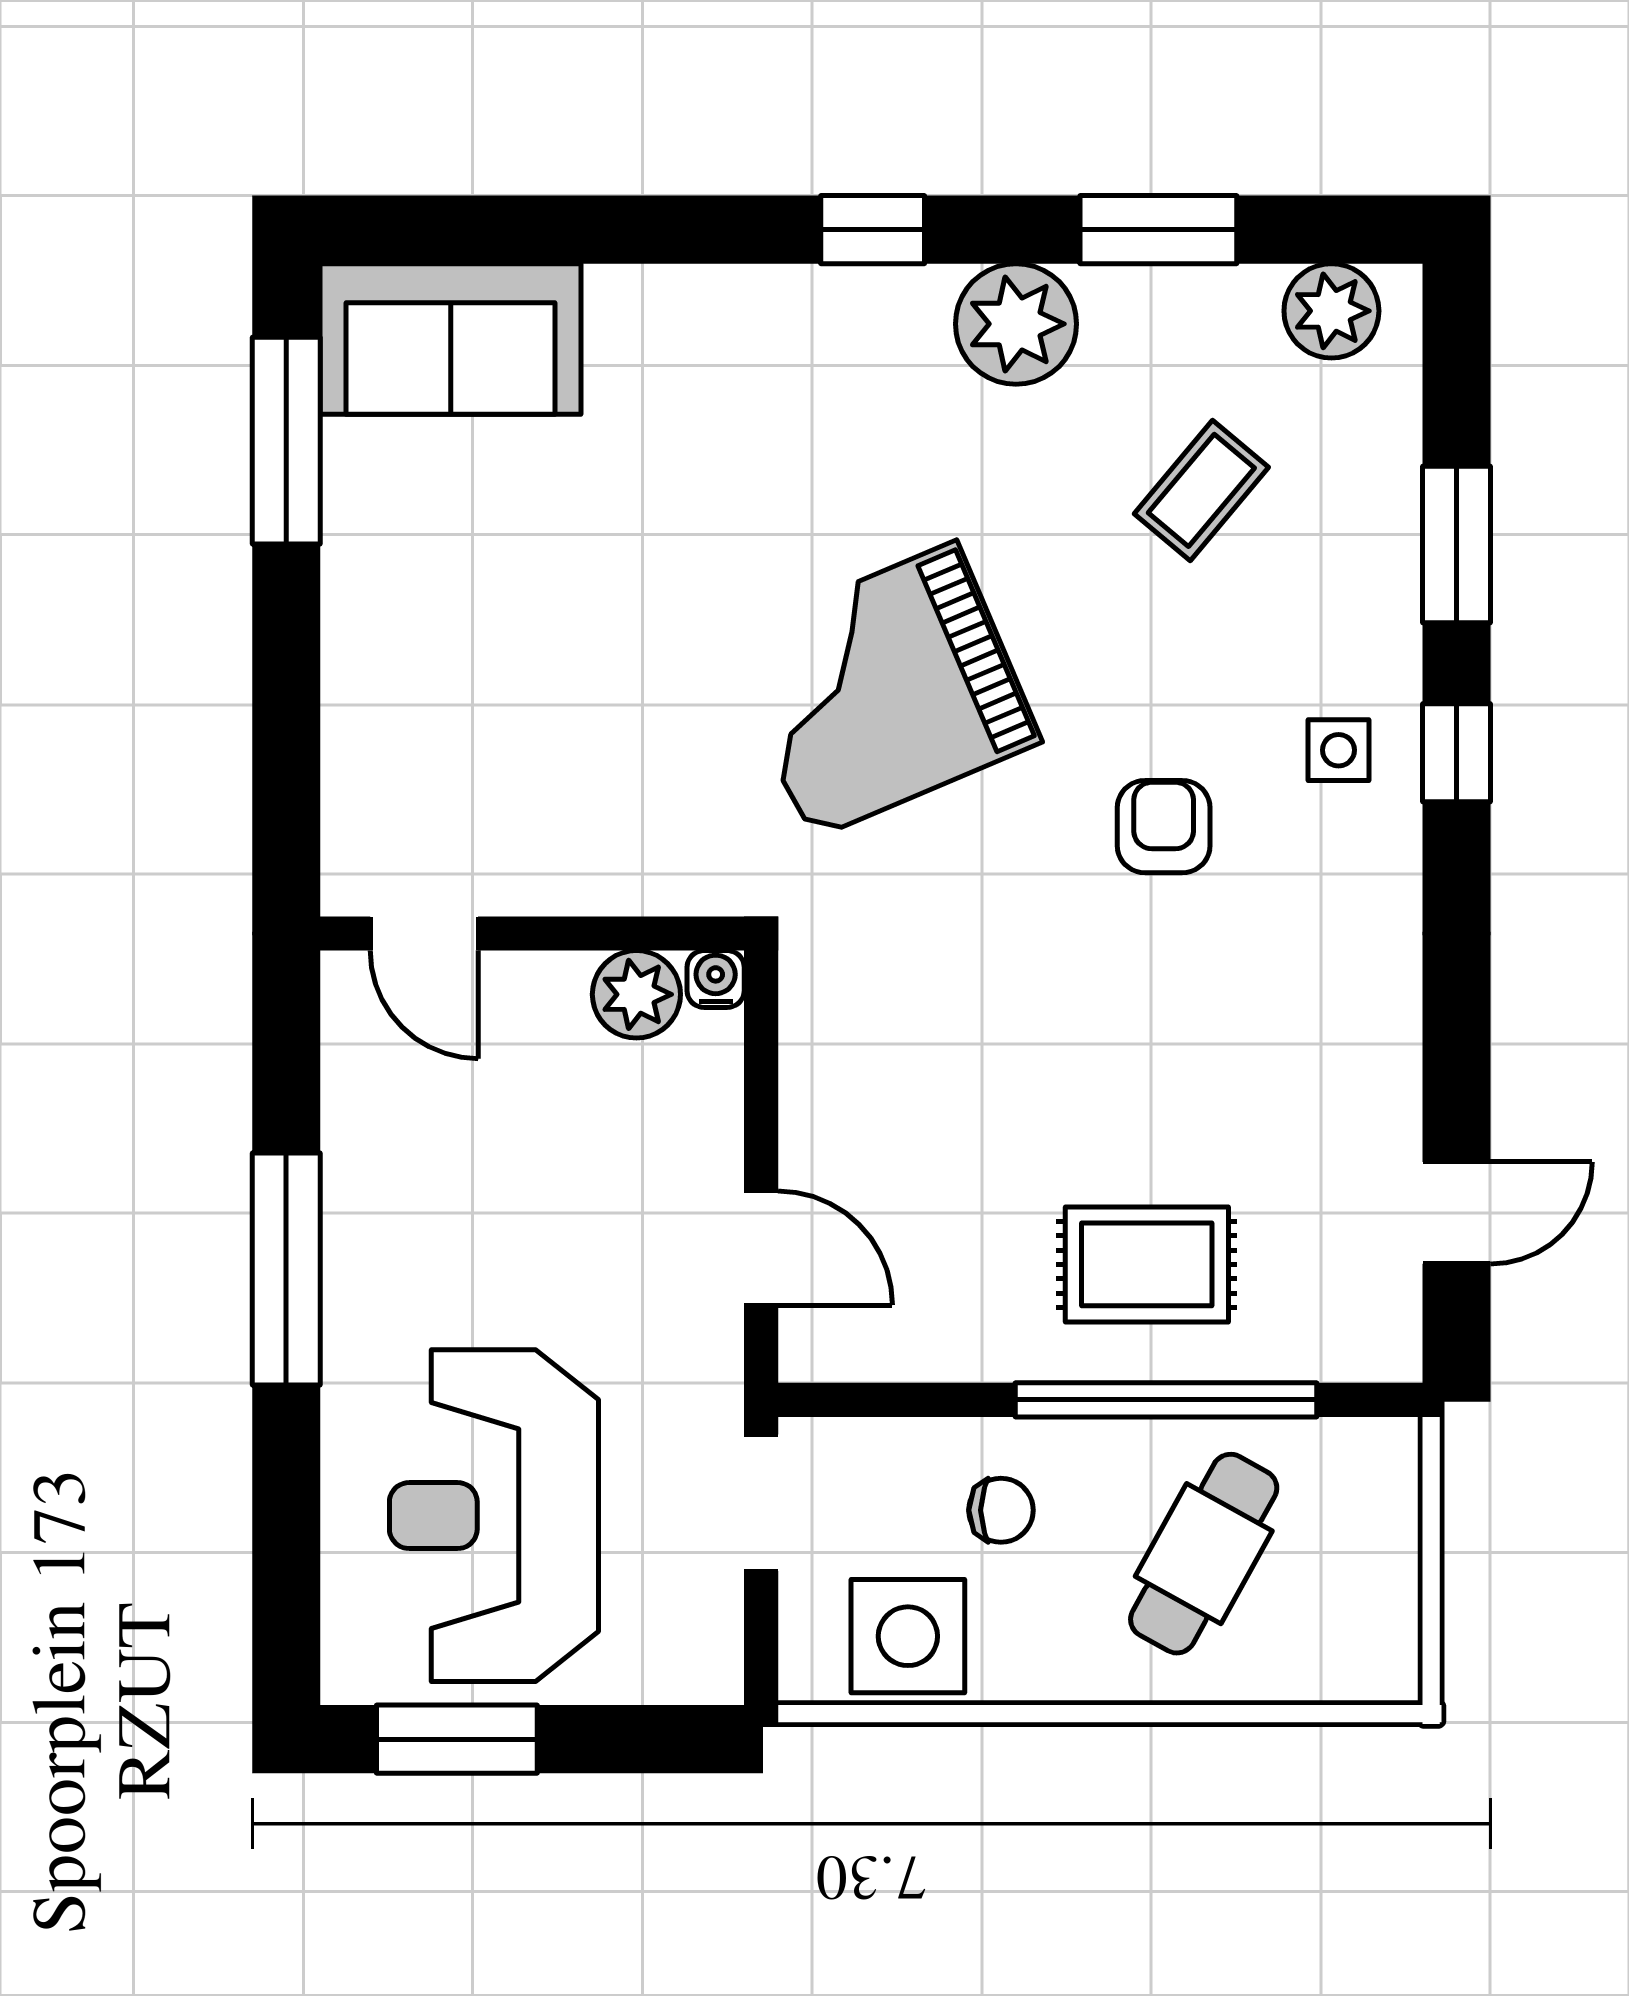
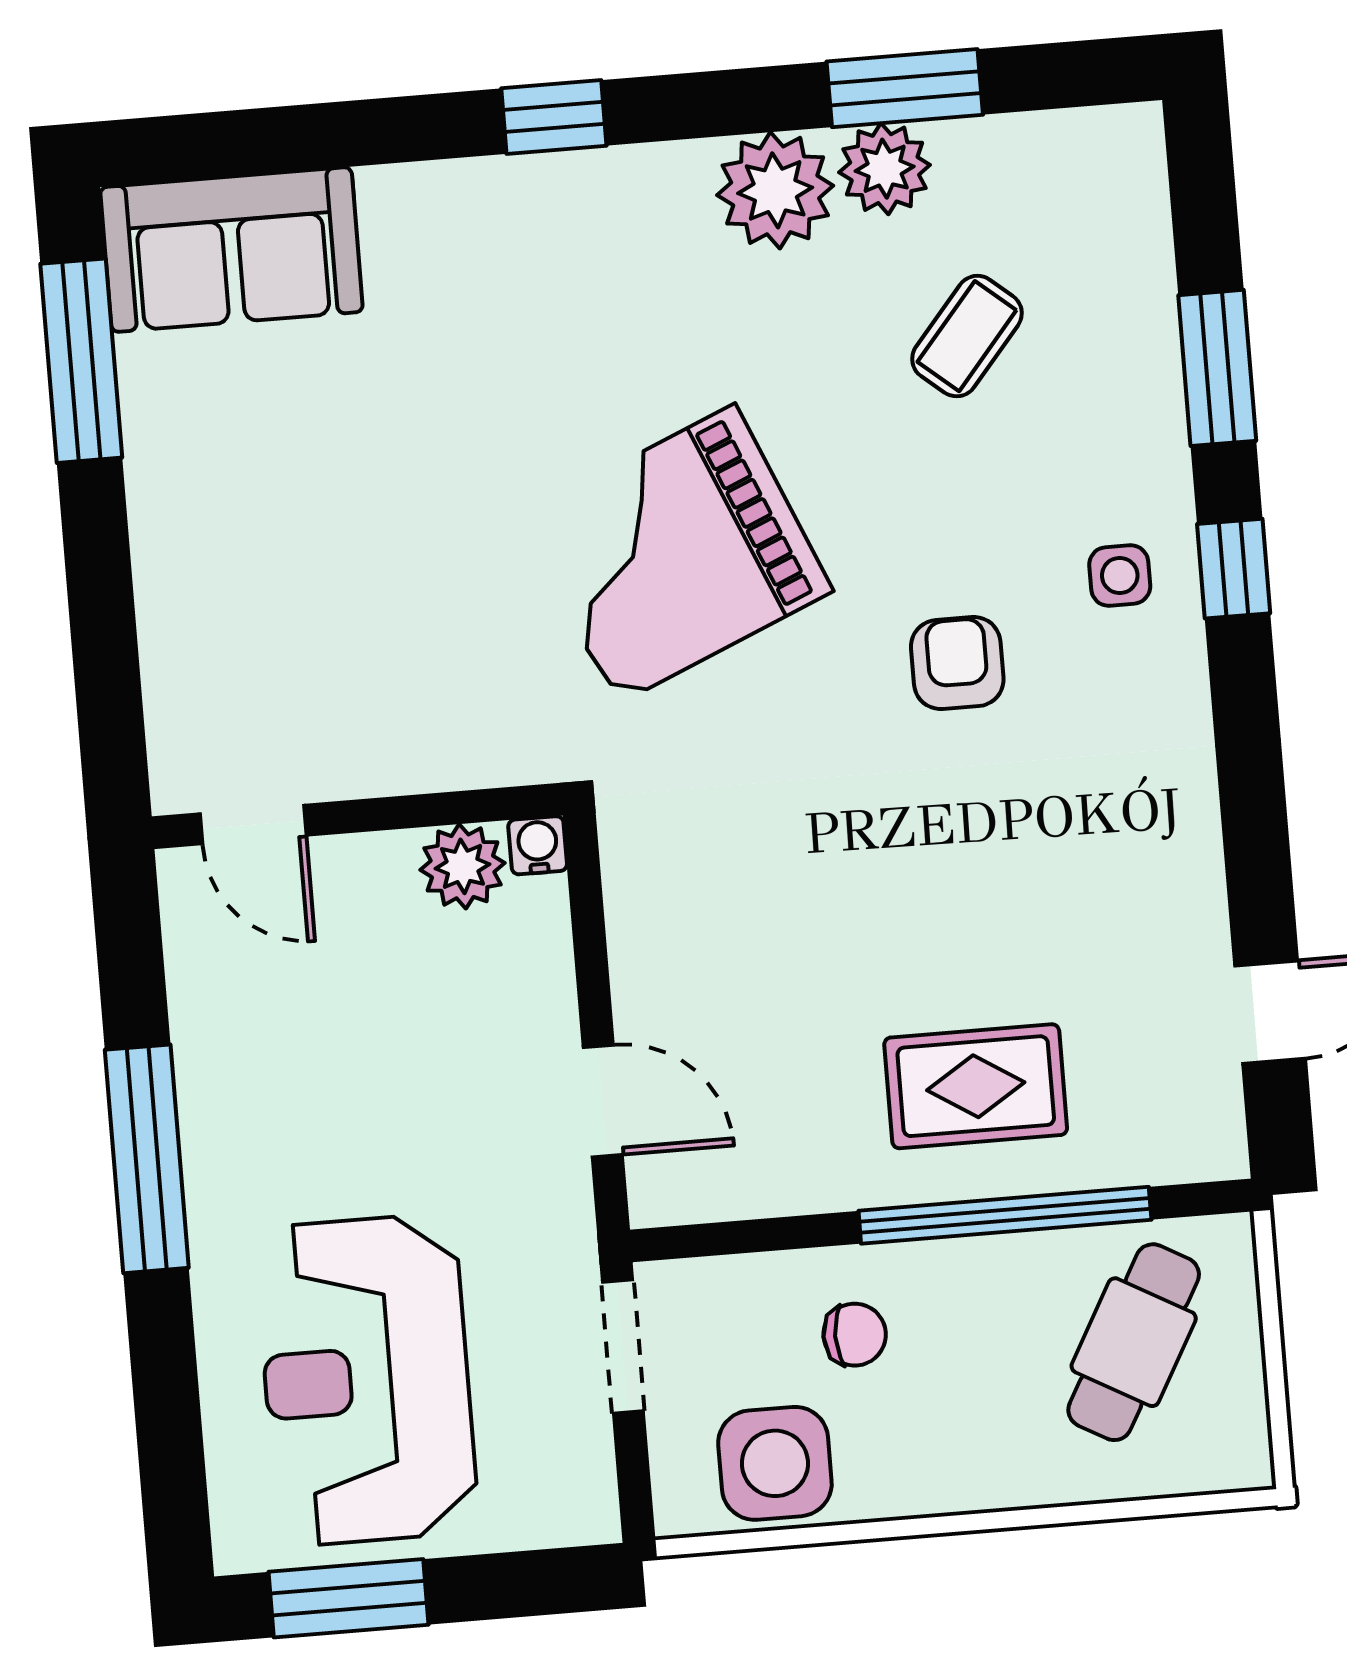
window: (873, 230) -> (554, 117), moved
plant: (1331, 311) -> (885, 169), moved
cafe table: (1204, 1554) -> (1134, 1342), moved

